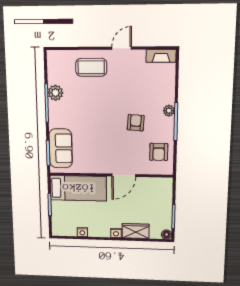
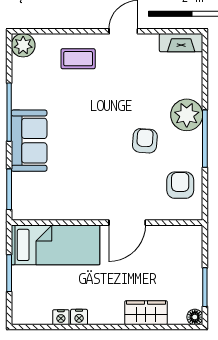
coffee table: (91, 67) -> (78, 59), width x0.73, depth x0.77
plant: (55, 93) -> (23, 45), moved
plant: (169, 111) -> (187, 115), width x1.87, depth x1.87
sofa: (61, 148) -> (29, 141), moved
armchair: (159, 152) -> (180, 185), turned 180
nightstand: (116, 233) -> (79, 317), moved

